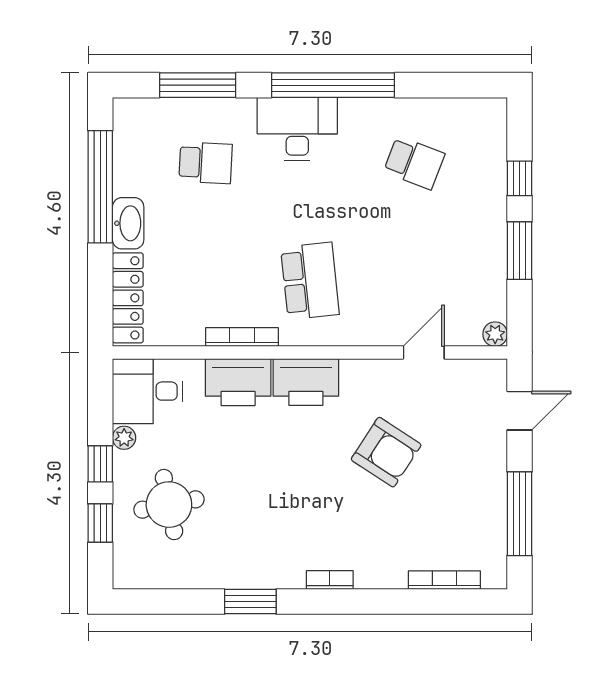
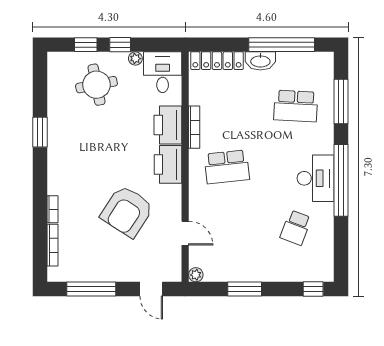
desk: (297, 129) -> (316, 178), moved
school desk: (206, 163) -> (296, 106), width x1.85
window: (520, 178) -> (313, 289), moved
armchair: (386, 452) -> (127, 211), width x1.36, depth x1.36
bookcase: (330, 580) -> (52, 209), moved

